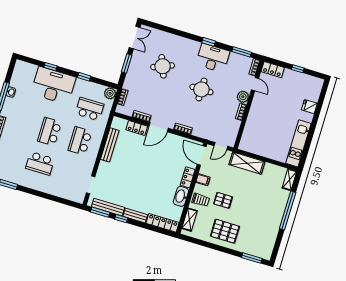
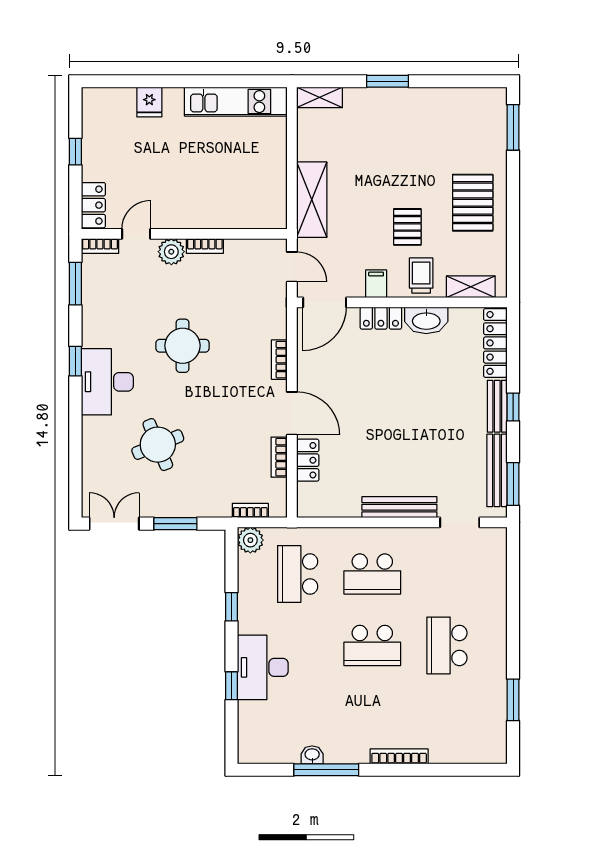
desk: (213, 58) -> (107, 382), moved
desk: (53, 86) -> (263, 667), width x0.73, depth x0.77
bench: (110, 145) -> (399, 507), moved
school desk: (40, 163) -> (447, 645), turned 180
window: (288, 211) -> (387, 81), width x0.47
window: (121, 219) -> (513, 407), moved

